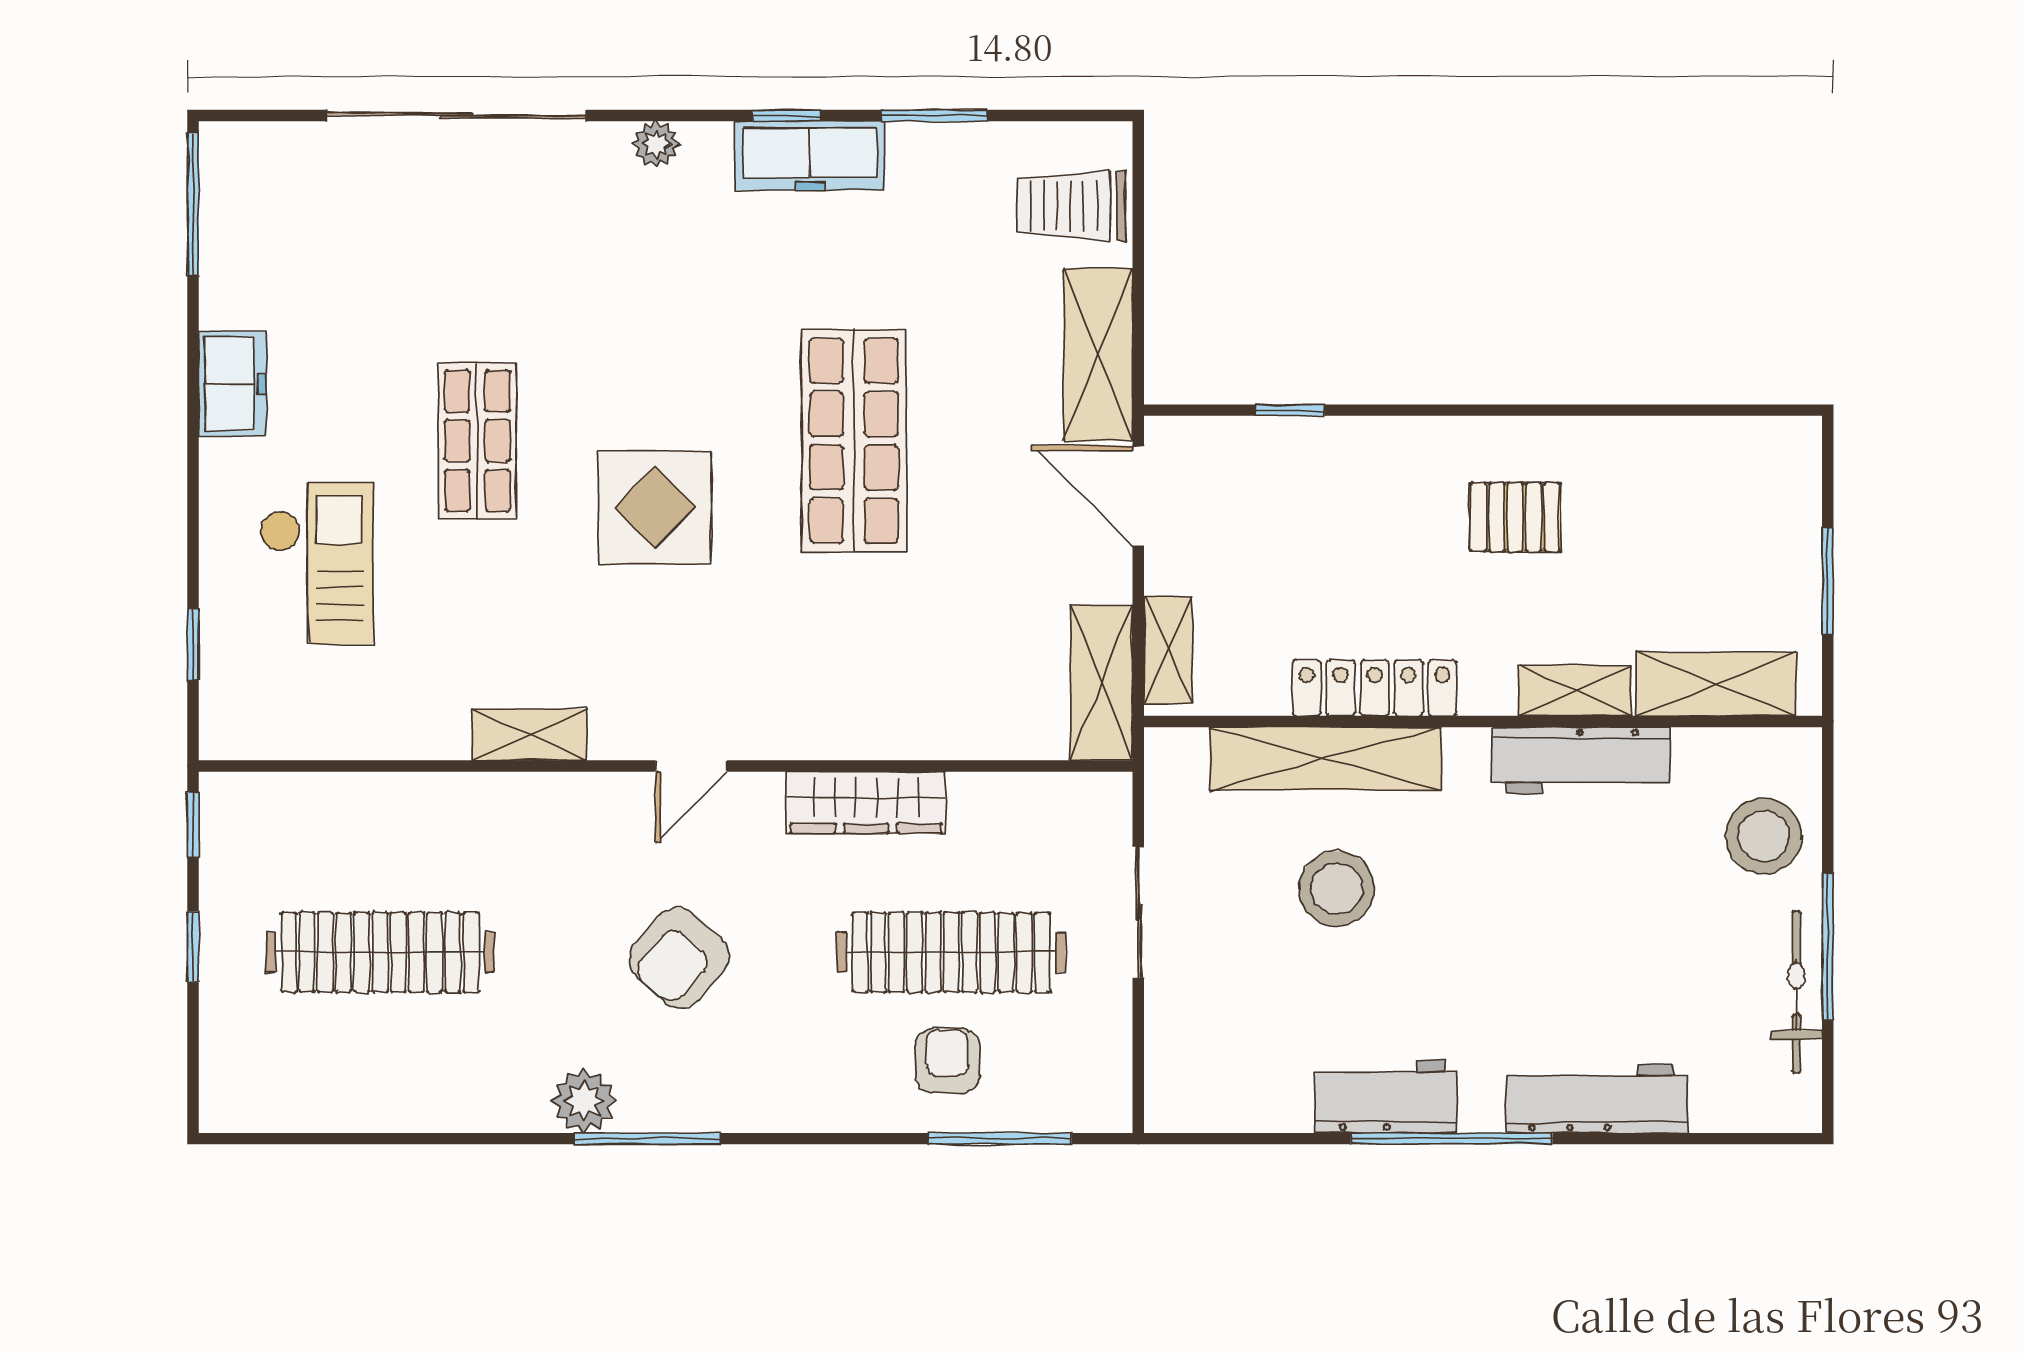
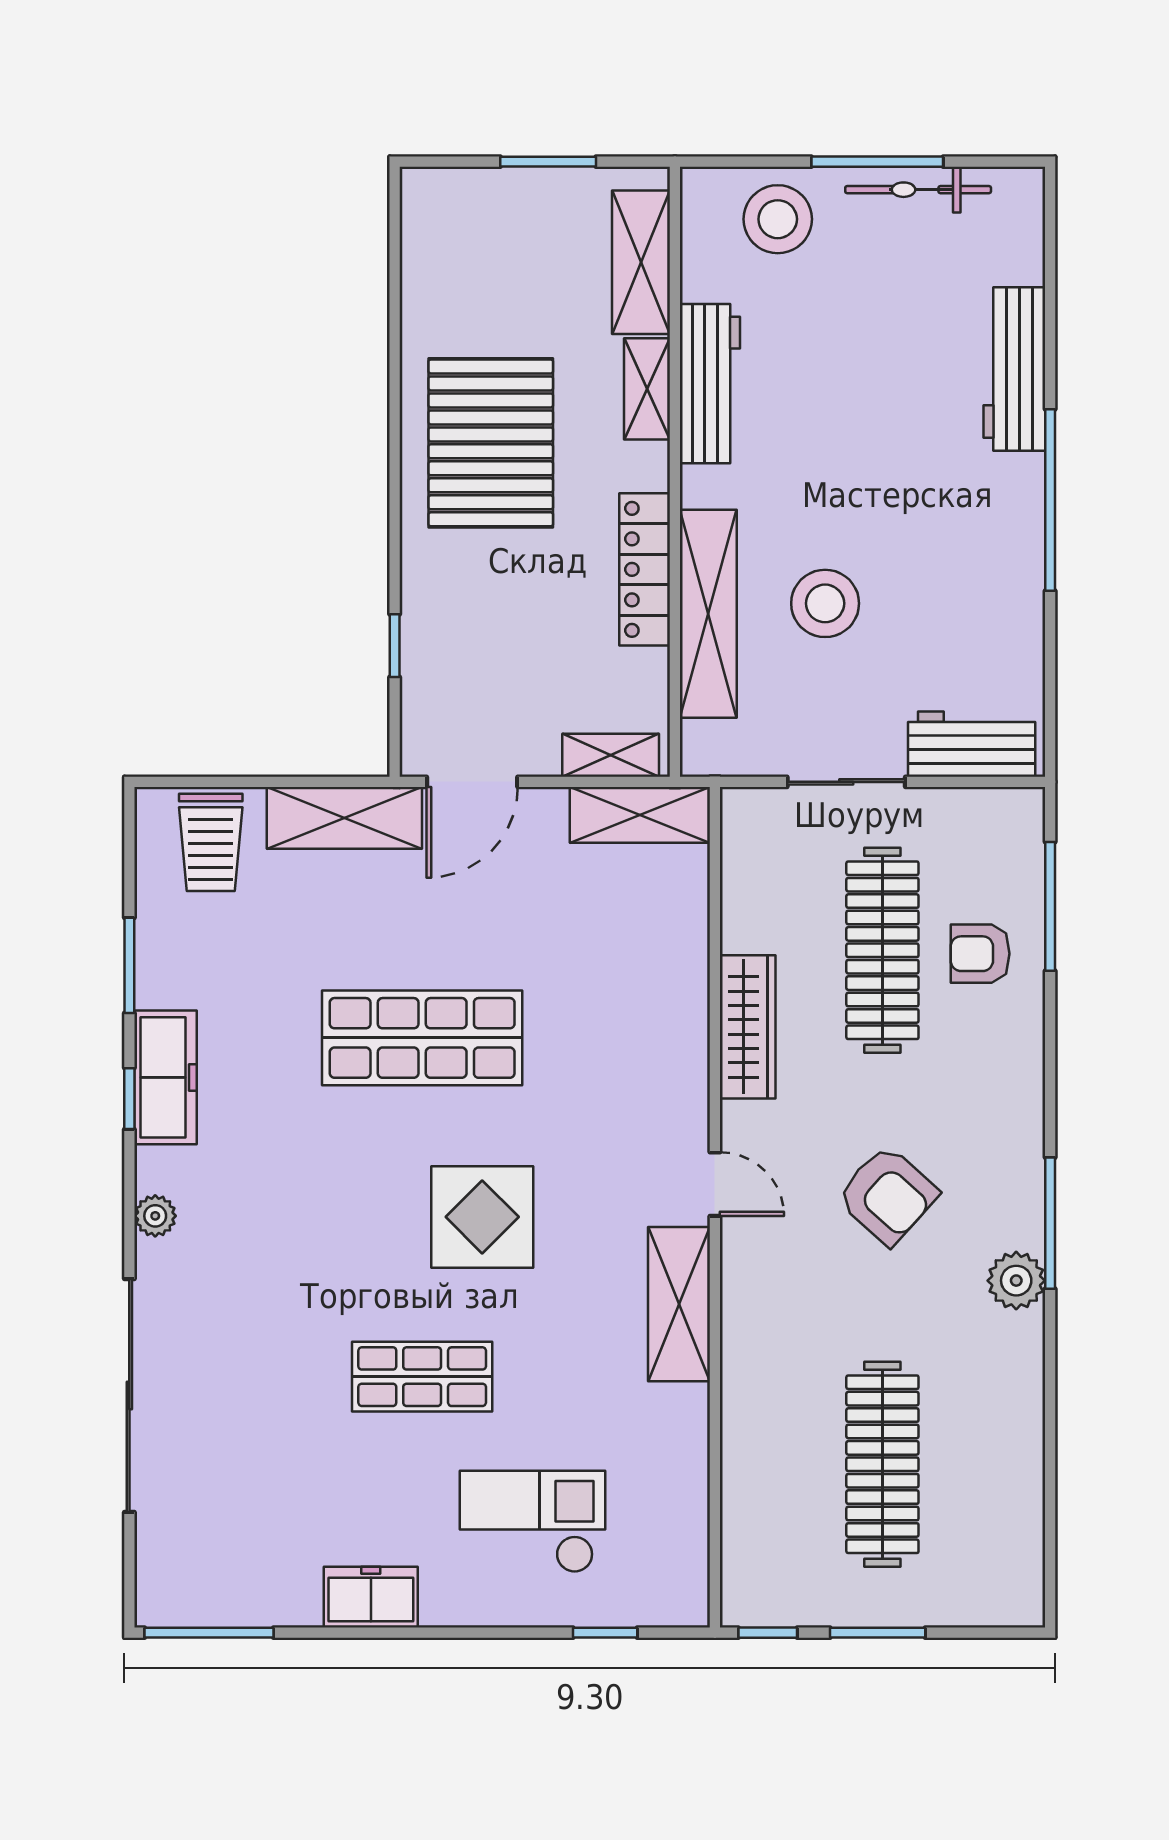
pallet: (1515, 517) -> (491, 443), width x2.05, depth x2.00
shelving: (529, 735) -> (679, 1304), width x1.50, depth x1.33
window: (193, 947) -> (878, 1633), width x1.50
workbench: (1386, 1097) -> (972, 744), moved, turned 90

